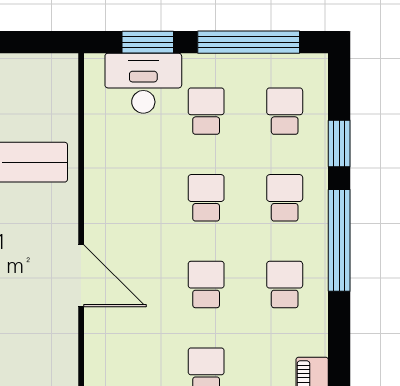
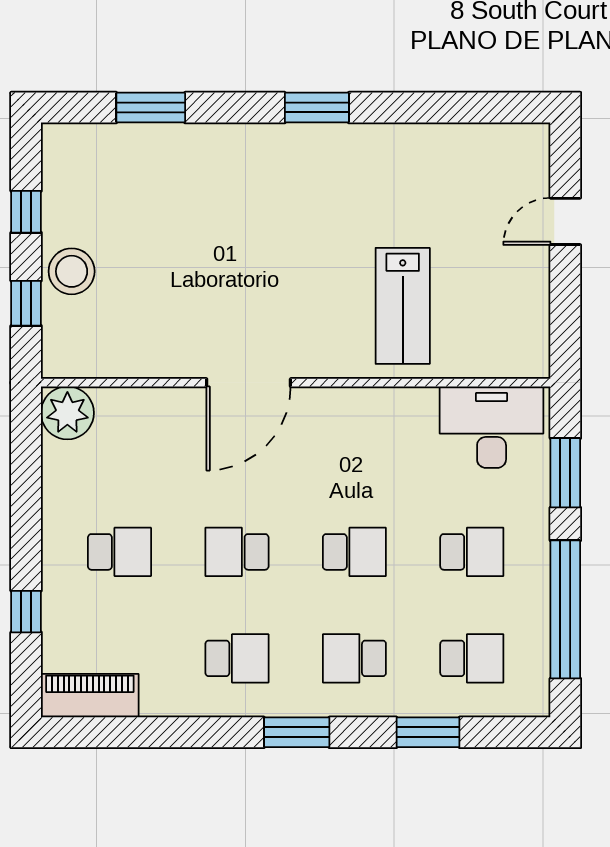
desk: (143, 83) -> (492, 427), moved, turned -90
school desk: (285, 198) -> (354, 658), turned 180
window: (339, 240) -> (297, 732), width x0.47
school desk: (206, 284) -> (237, 552), turned 180

